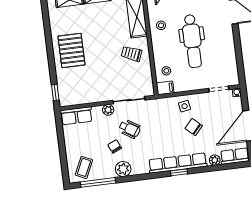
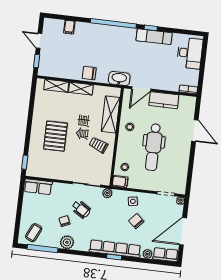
pallet: (71, 50) -> (55, 136), moved
plant: (108, 110) -> (107, 193), moved

